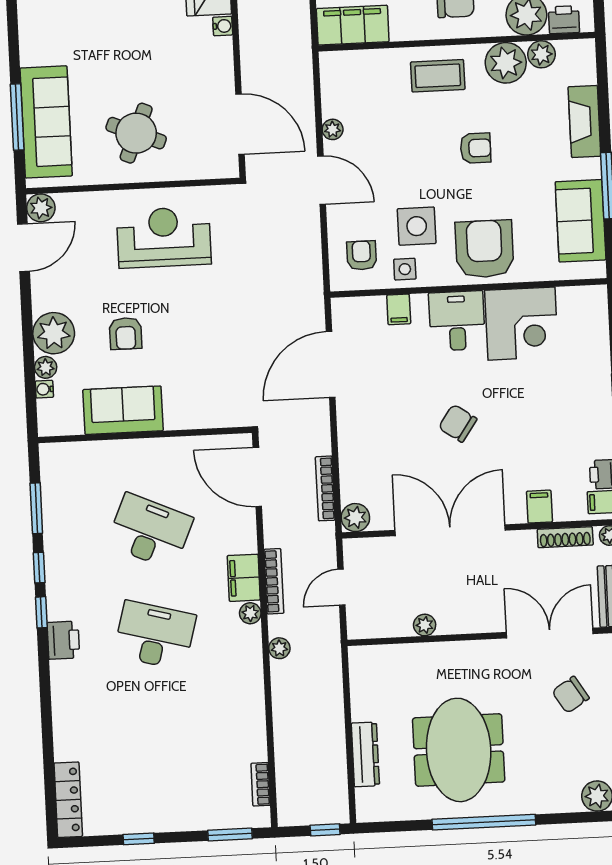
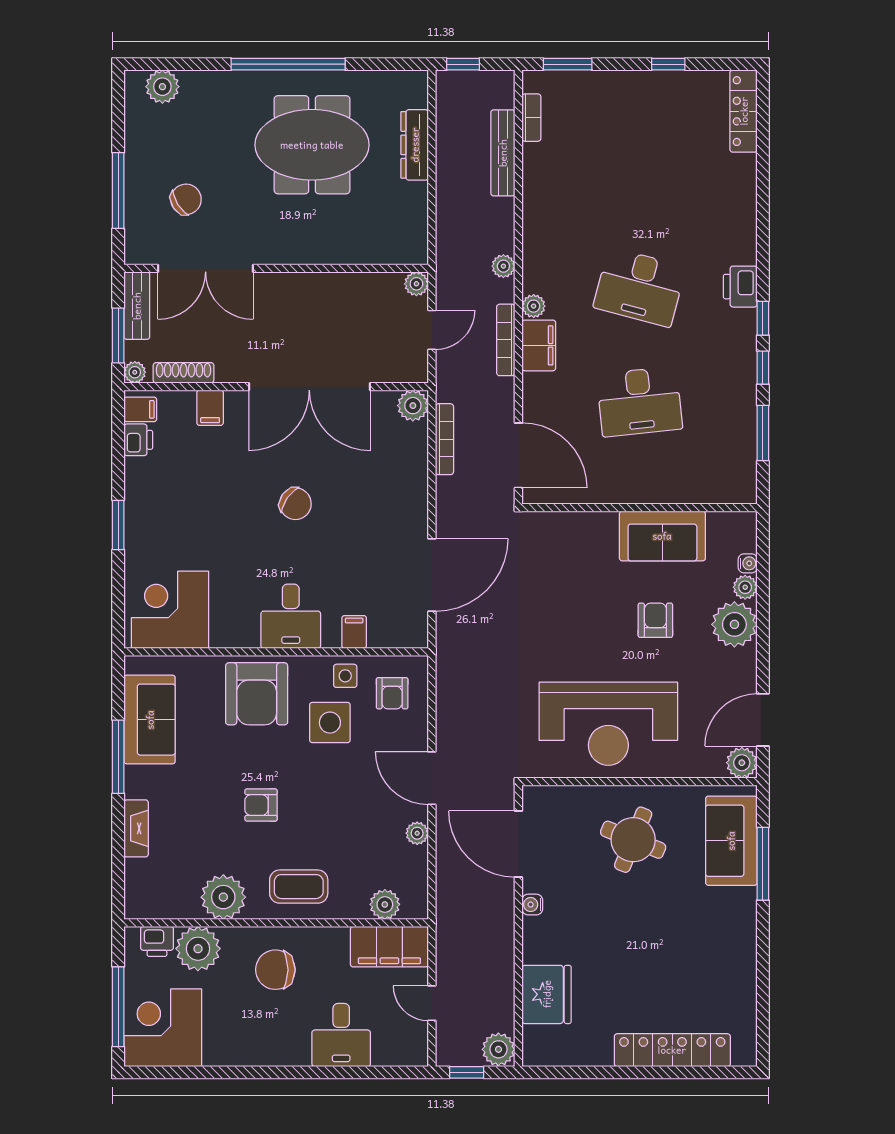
water cooler: (223, 26) -> (532, 905), moved
plant: (541, 54) -> (385, 904), moved
fireplace: (584, 121) -> (136, 828), width x0.73, depth x0.76
sofa: (46, 122) -> (731, 841), width x0.73
reception desk: (164, 237) -> (608, 724), width x1.36, depth x1.30
corner desk: (521, 324) -> (170, 610), moved
desk: (150, 531) -> (640, 402), turned -30
plant: (425, 625) -> (416, 284), moved
meeting table: (459, 750) -> (312, 145), turned 90
bench: (285, 751) -> (503, 153), added

